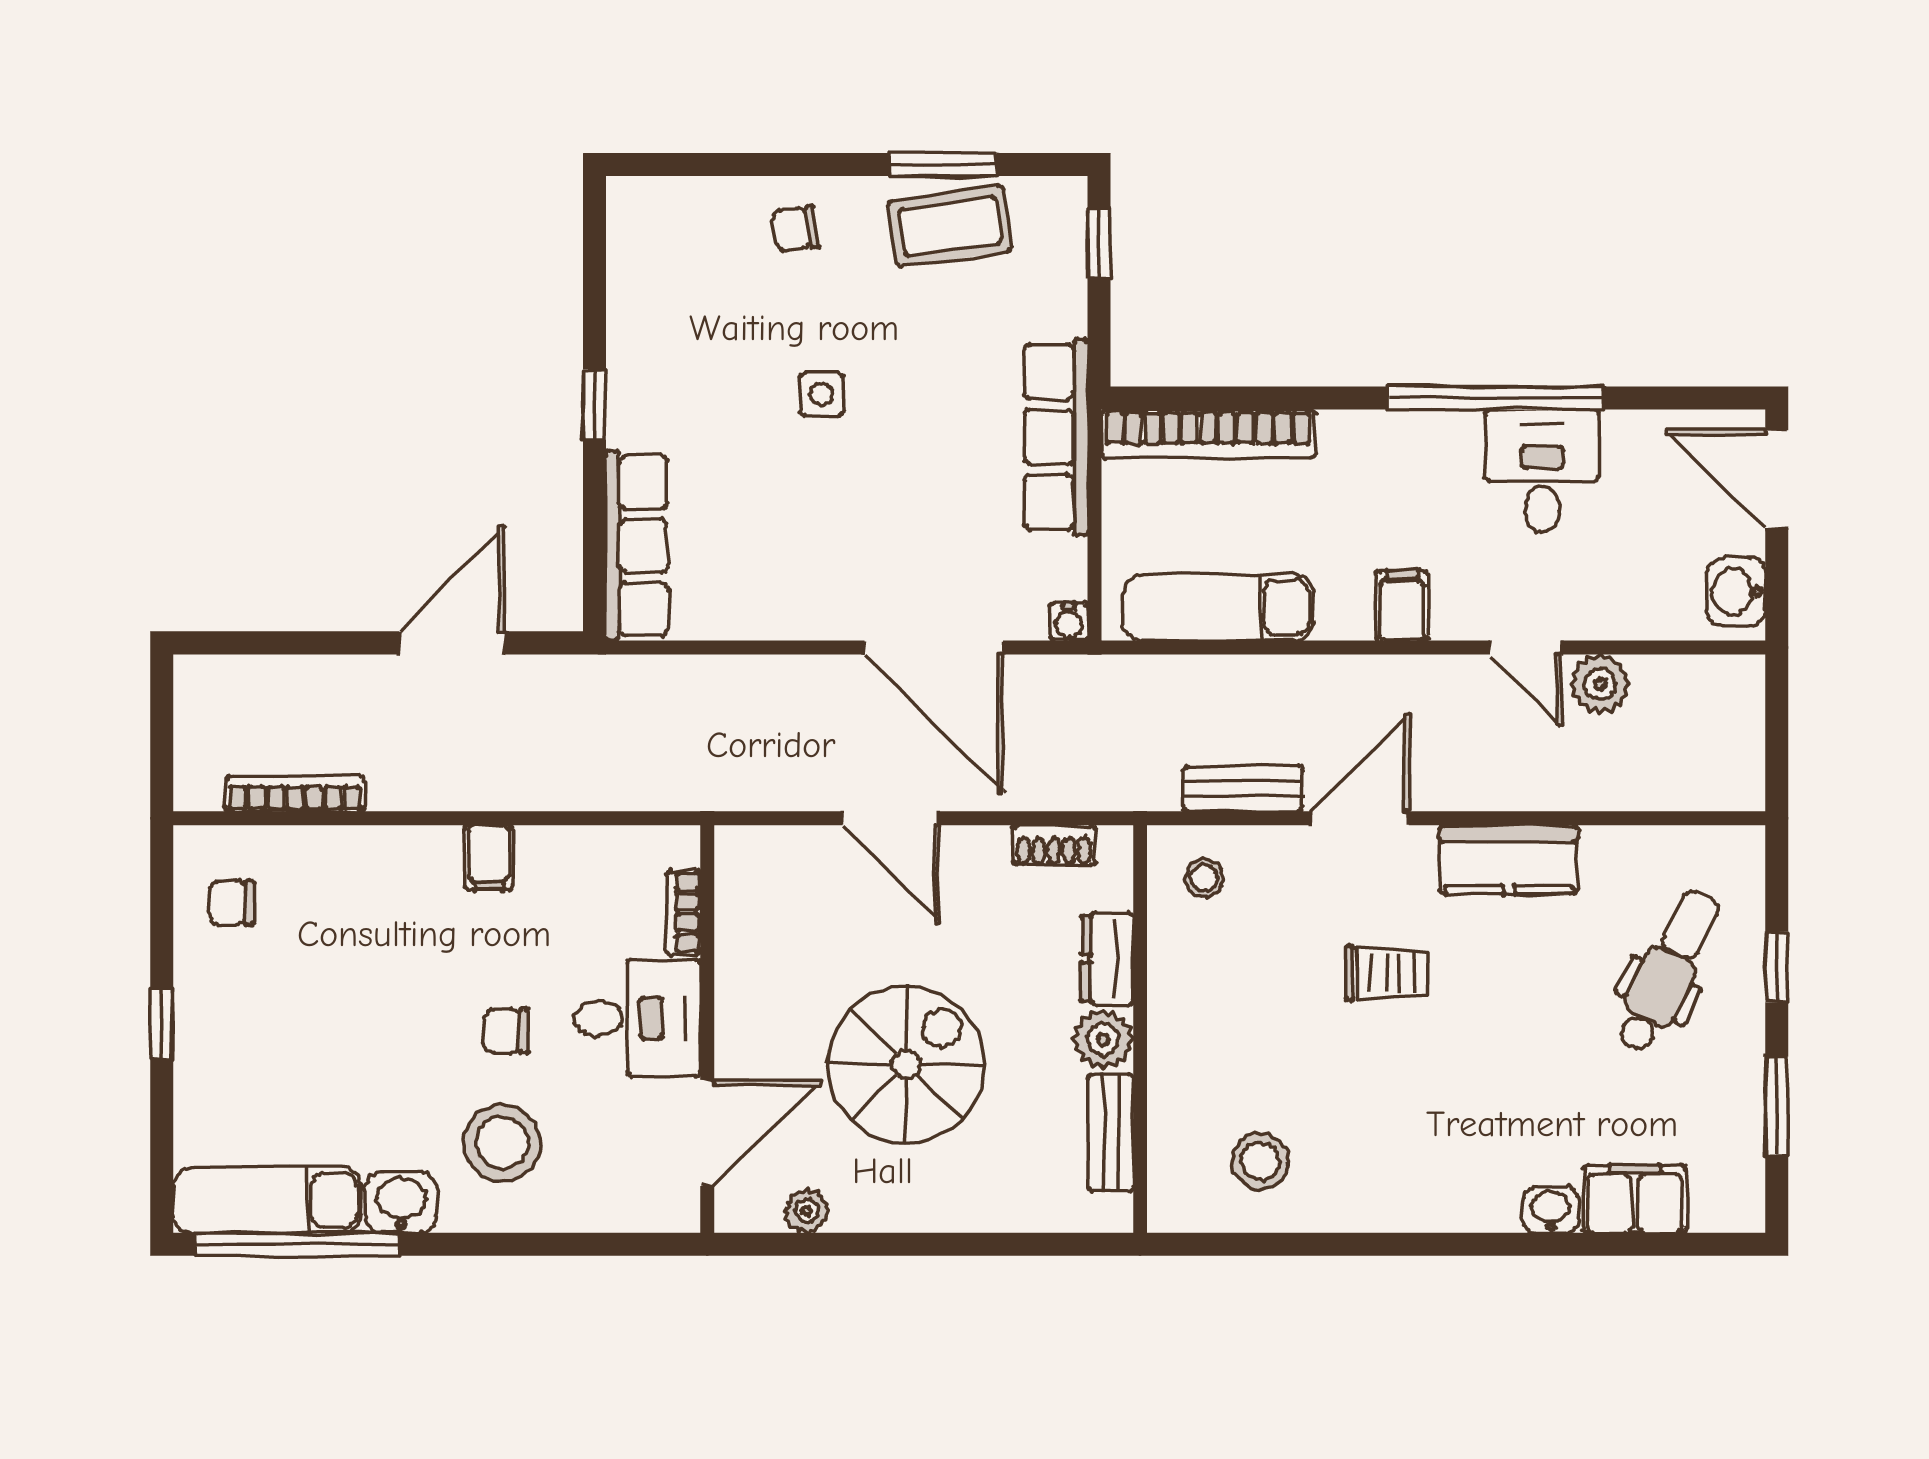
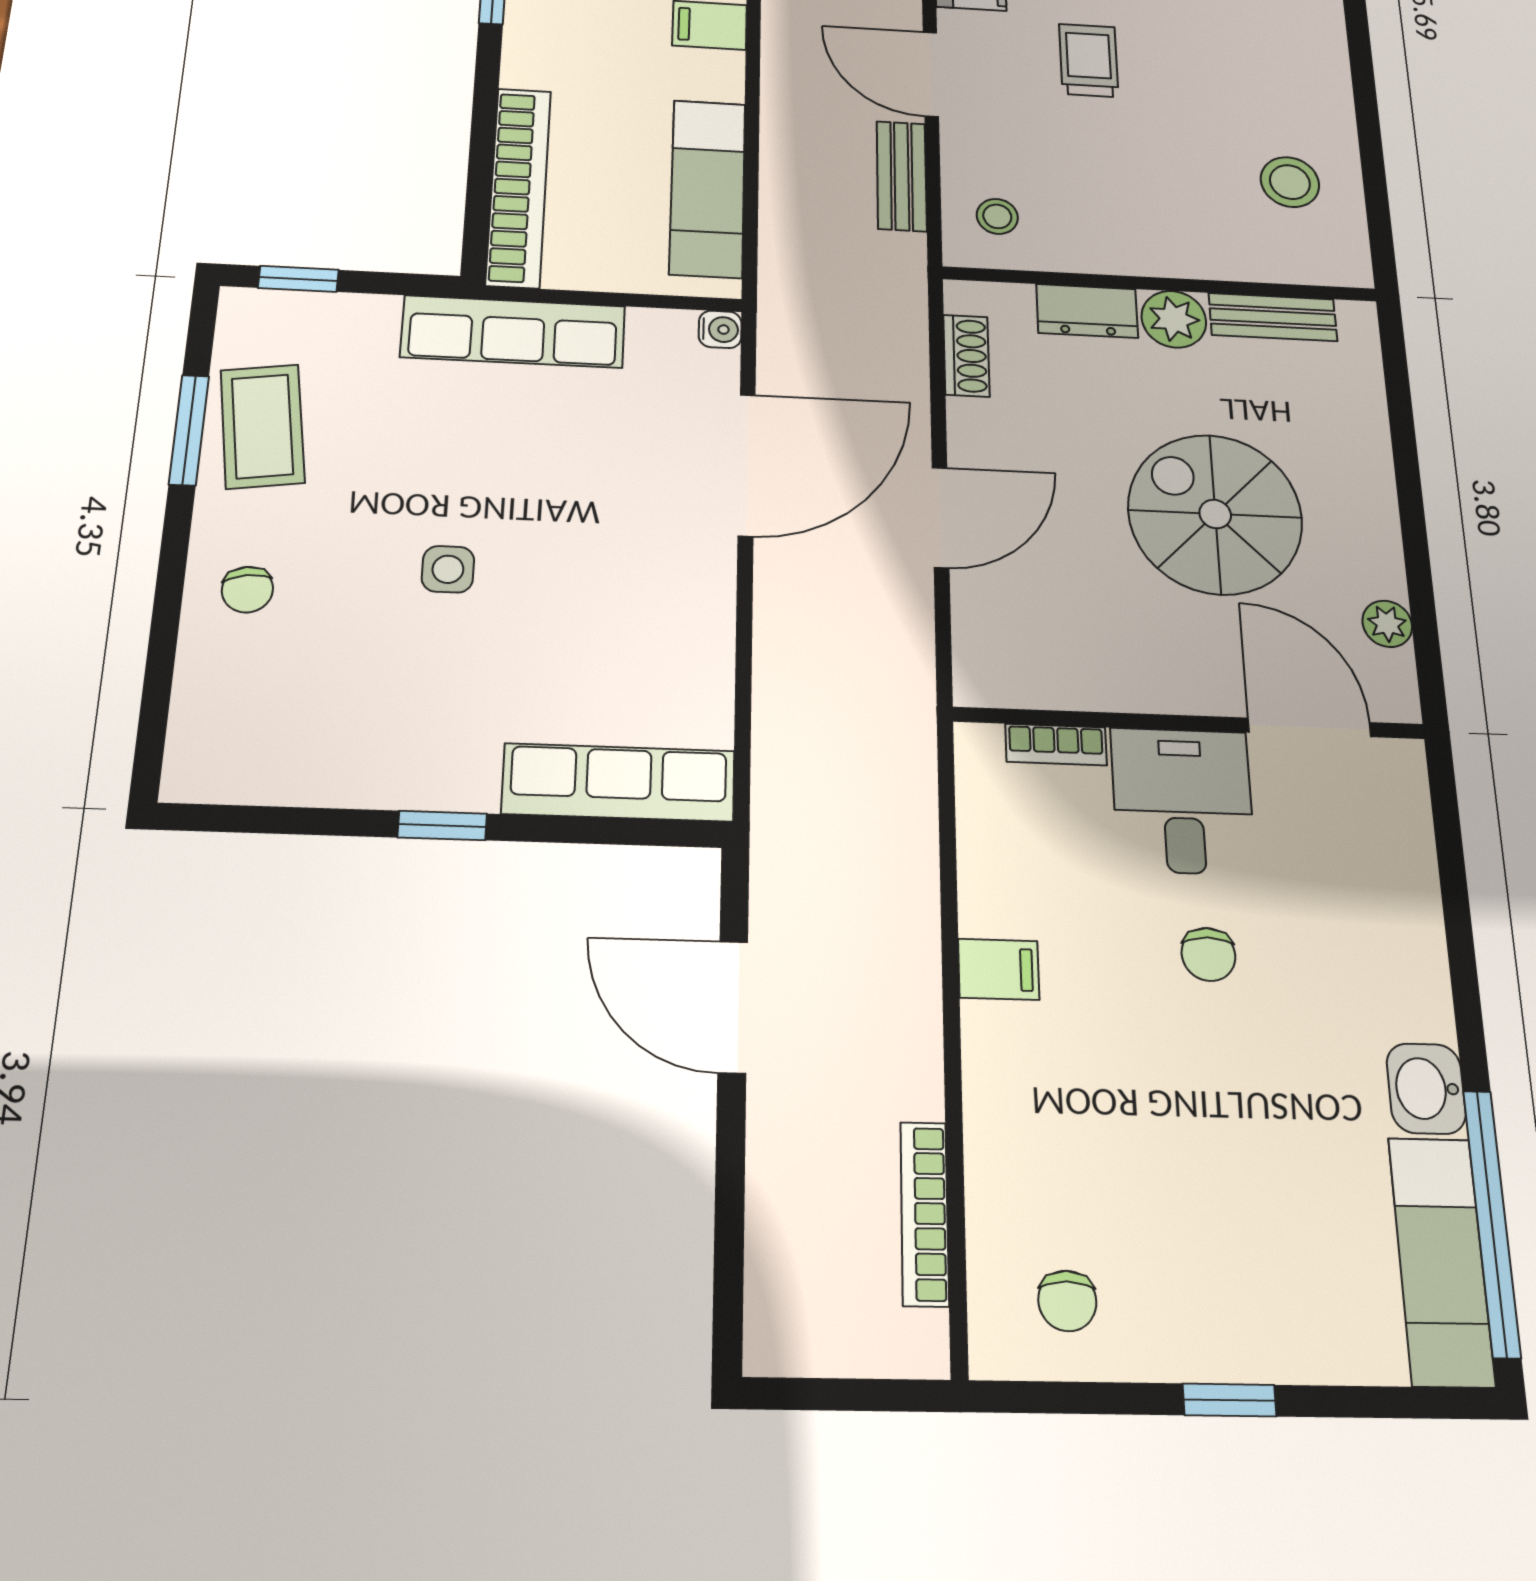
stool: (502, 1143) -> (1342, 963), removed

